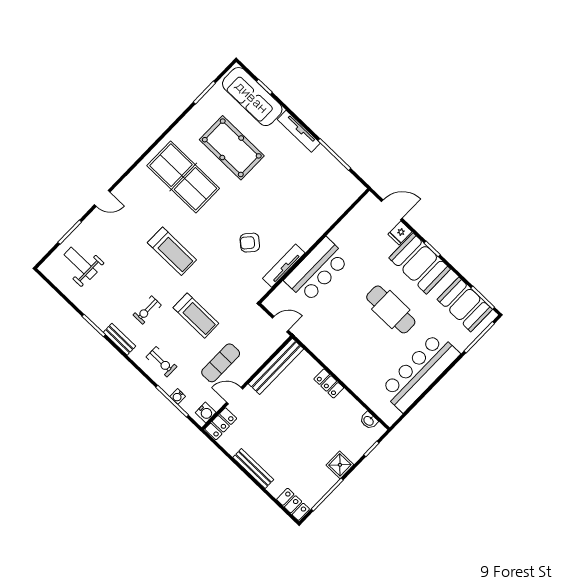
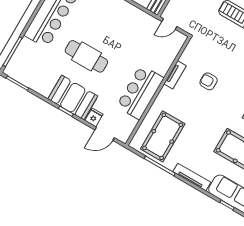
pool table: (322, 189) -> (163, 136), added
armchair: (250, 243) -> (209, 81), turned -131
tv unit: (284, 266) -> (175, 75), width x0.71
bar counter: (317, 270) -> (140, 92), moved
booth: (465, 304) -> (30, 74), removed

